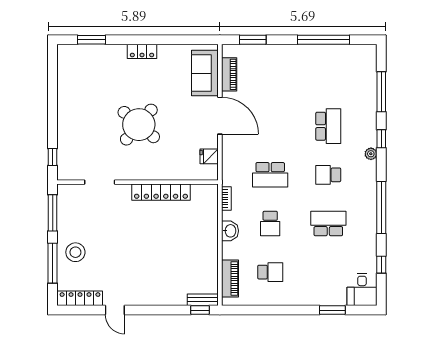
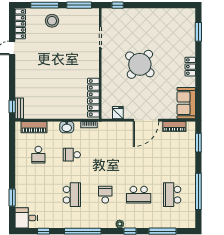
sofa: (205, 73) -> (186, 103), moved, turned -90
school desk: (270, 175) -> (172, 195), moved
locker: (161, 192) -> (93, 98), moved

